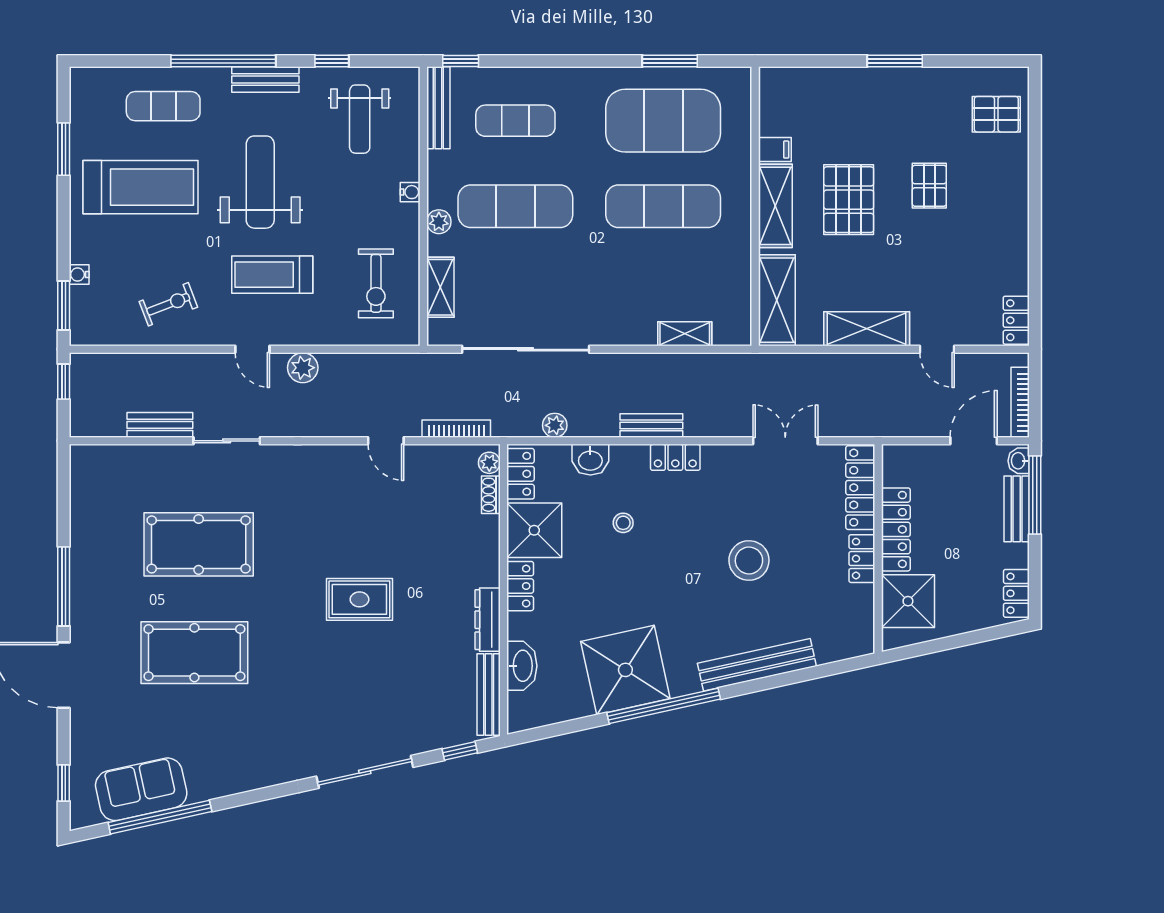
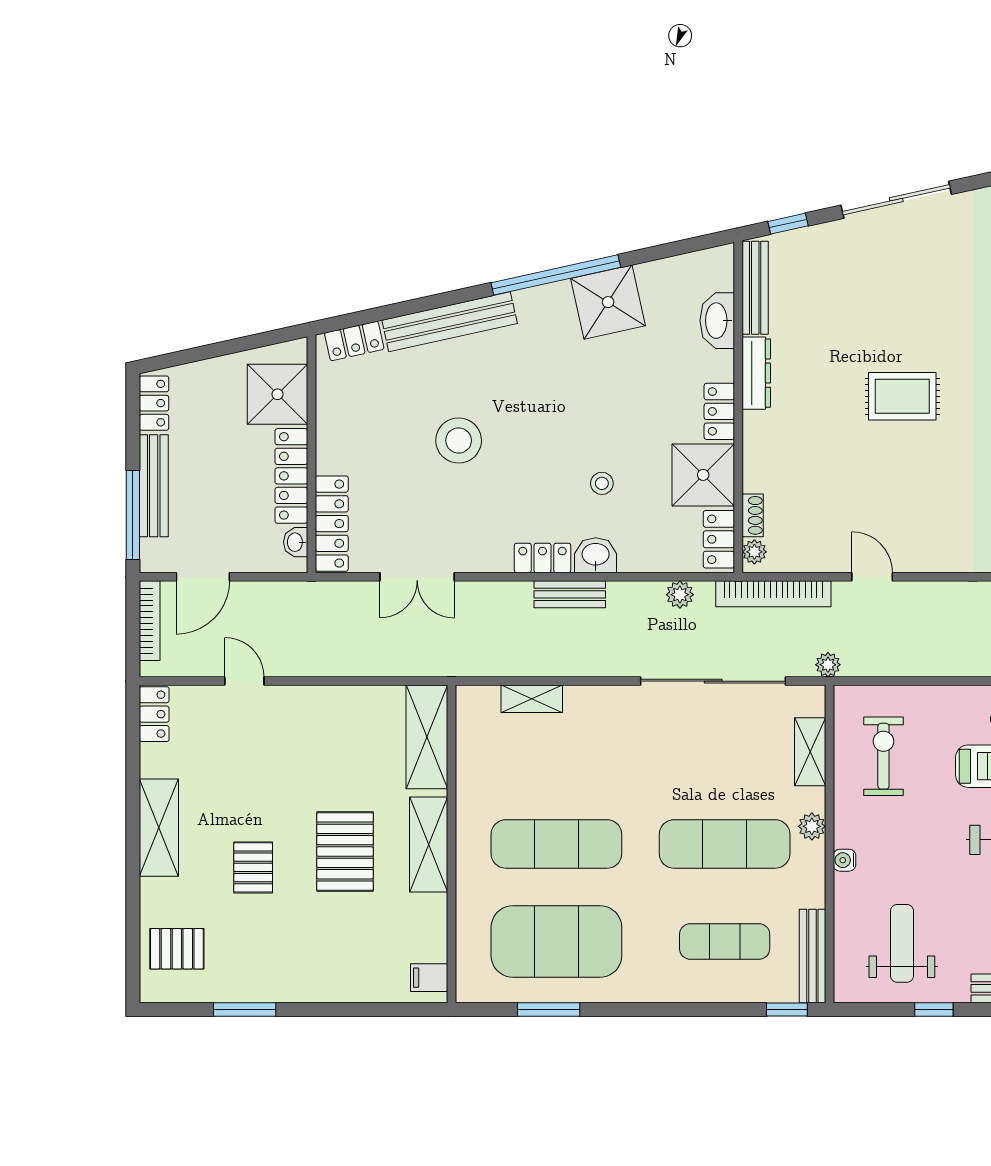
window: (895, 61) -> (245, 1009), moved
filing cabinet: (775, 150) -> (429, 978), moved
shelving: (867, 329) -> (159, 828), moved, turned 90
plant: (303, 368) -> (828, 665), moved, width x0.73, depth x0.73
bookcase: (456, 429) -> (773, 594), width x1.48, depth x1.31
washbasin: (590, 460) -> (596, 555), moved
washbasin: (1019, 461) -> (296, 542), moved, turned 180
bench: (1017, 509) -> (154, 486), width x1.36
locker: (862, 559) -> (354, 341), moved, turned 78
shower: (625, 670) -> (608, 302), width x0.73, depth x0.73

